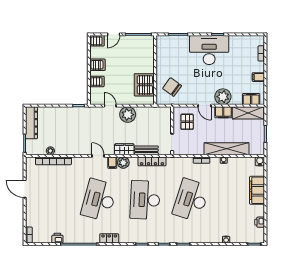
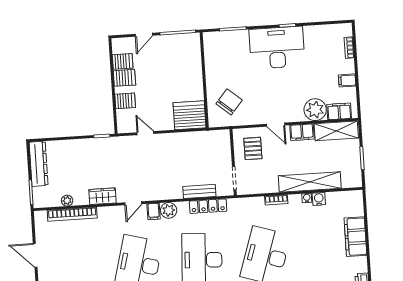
server rack: (97, 41) -> (123, 61), moved
server rack: (144, 85) -> (189, 115), moved, turned 90
chair: (172, 87) -> (229, 102), turned 94
plant: (223, 97) -> (315, 110), moved
plant: (128, 115) -> (170, 144), removed
wardrobe: (124, 149) -> (103, 196), moved
door: (98, 156) -> (133, 203), swing flipped
water cooler: (260, 161) -> (319, 199), moved

